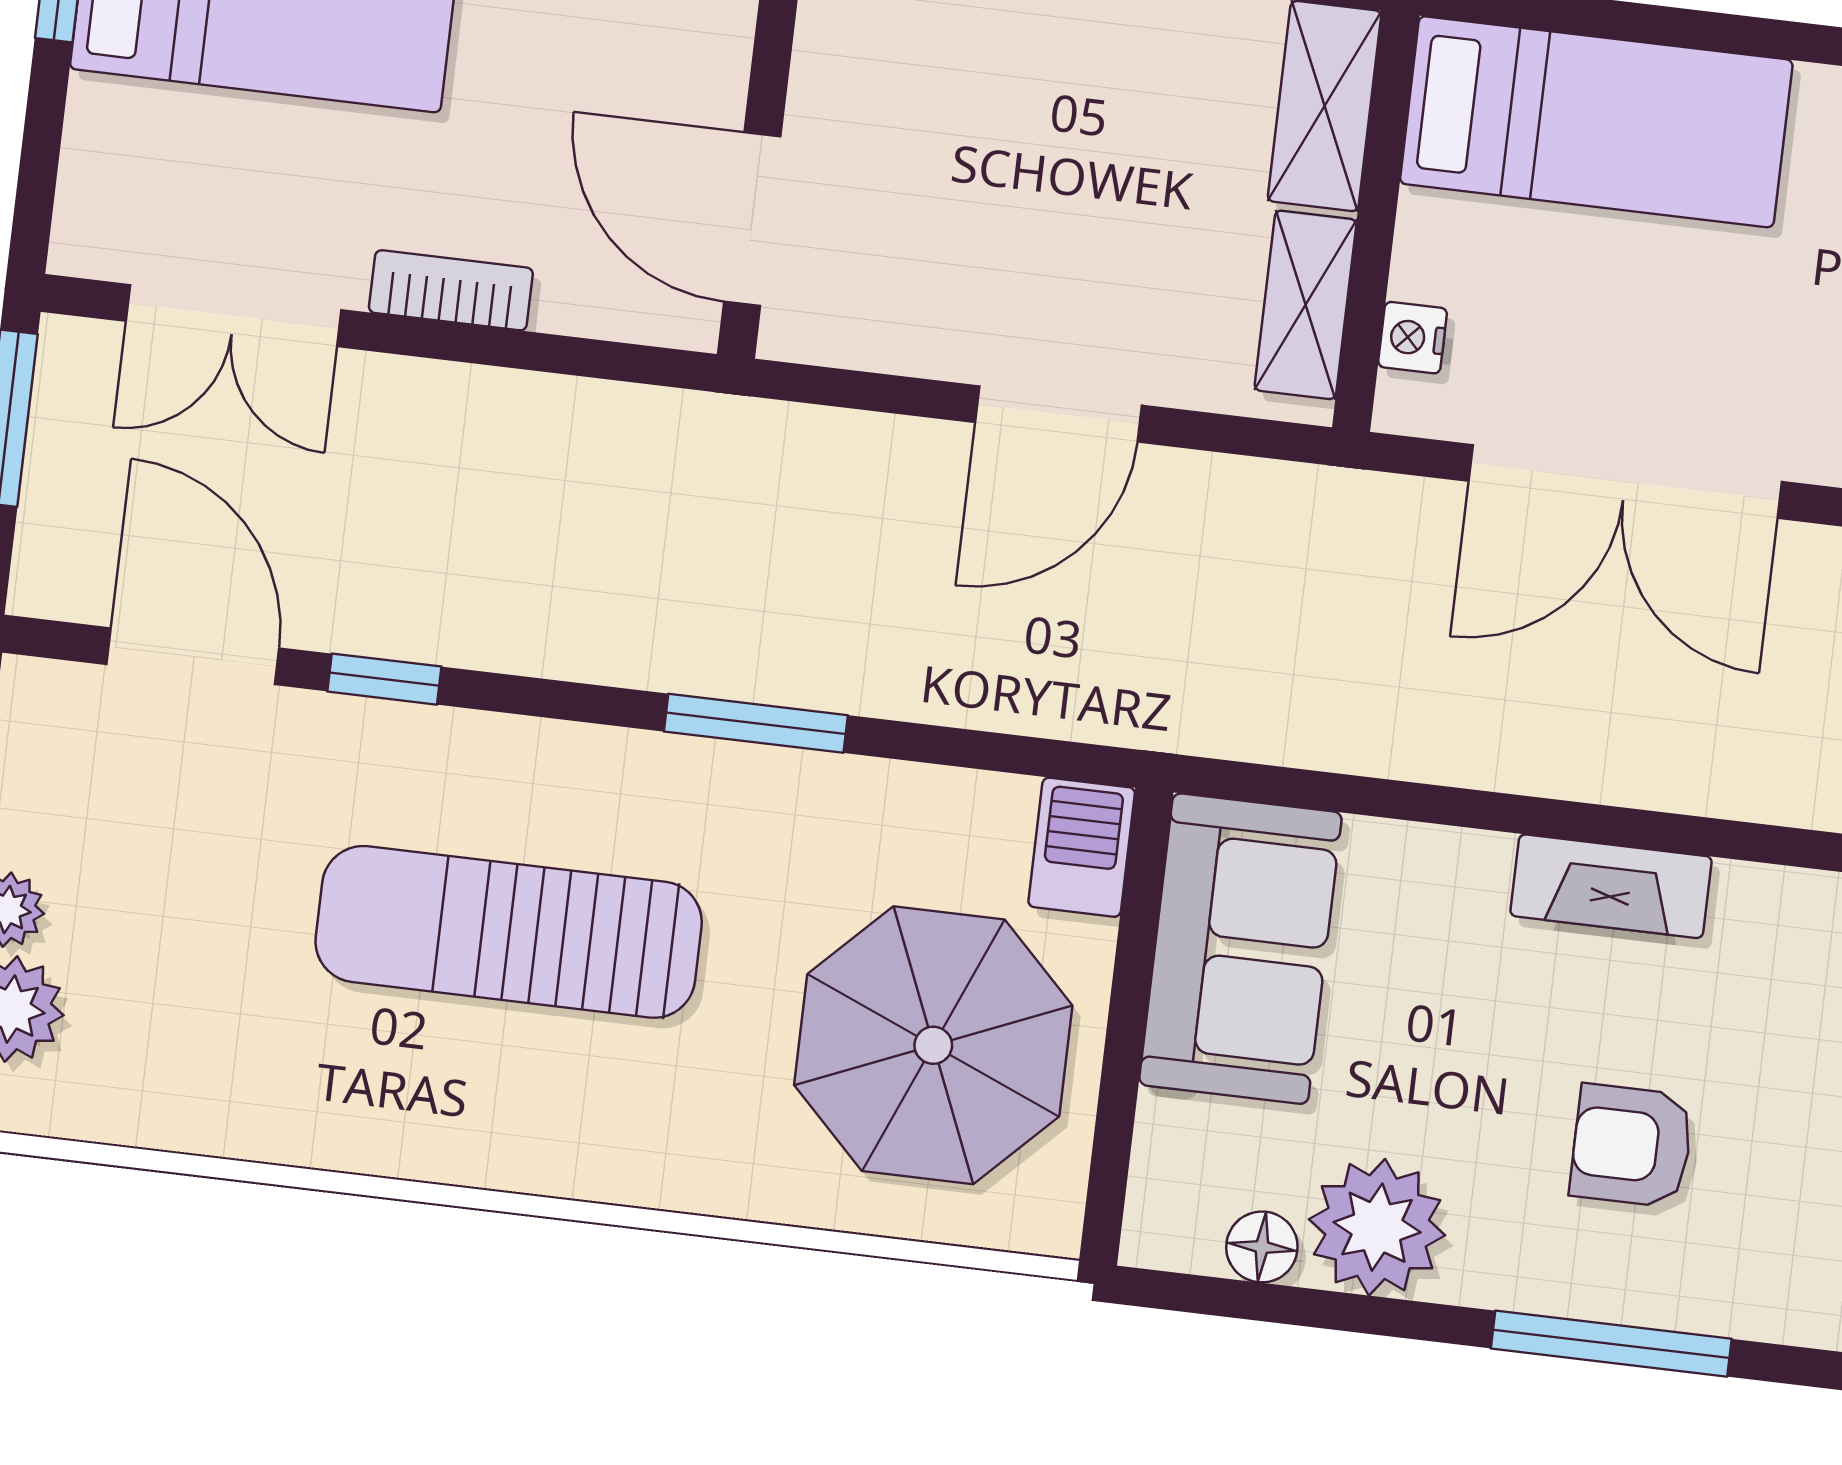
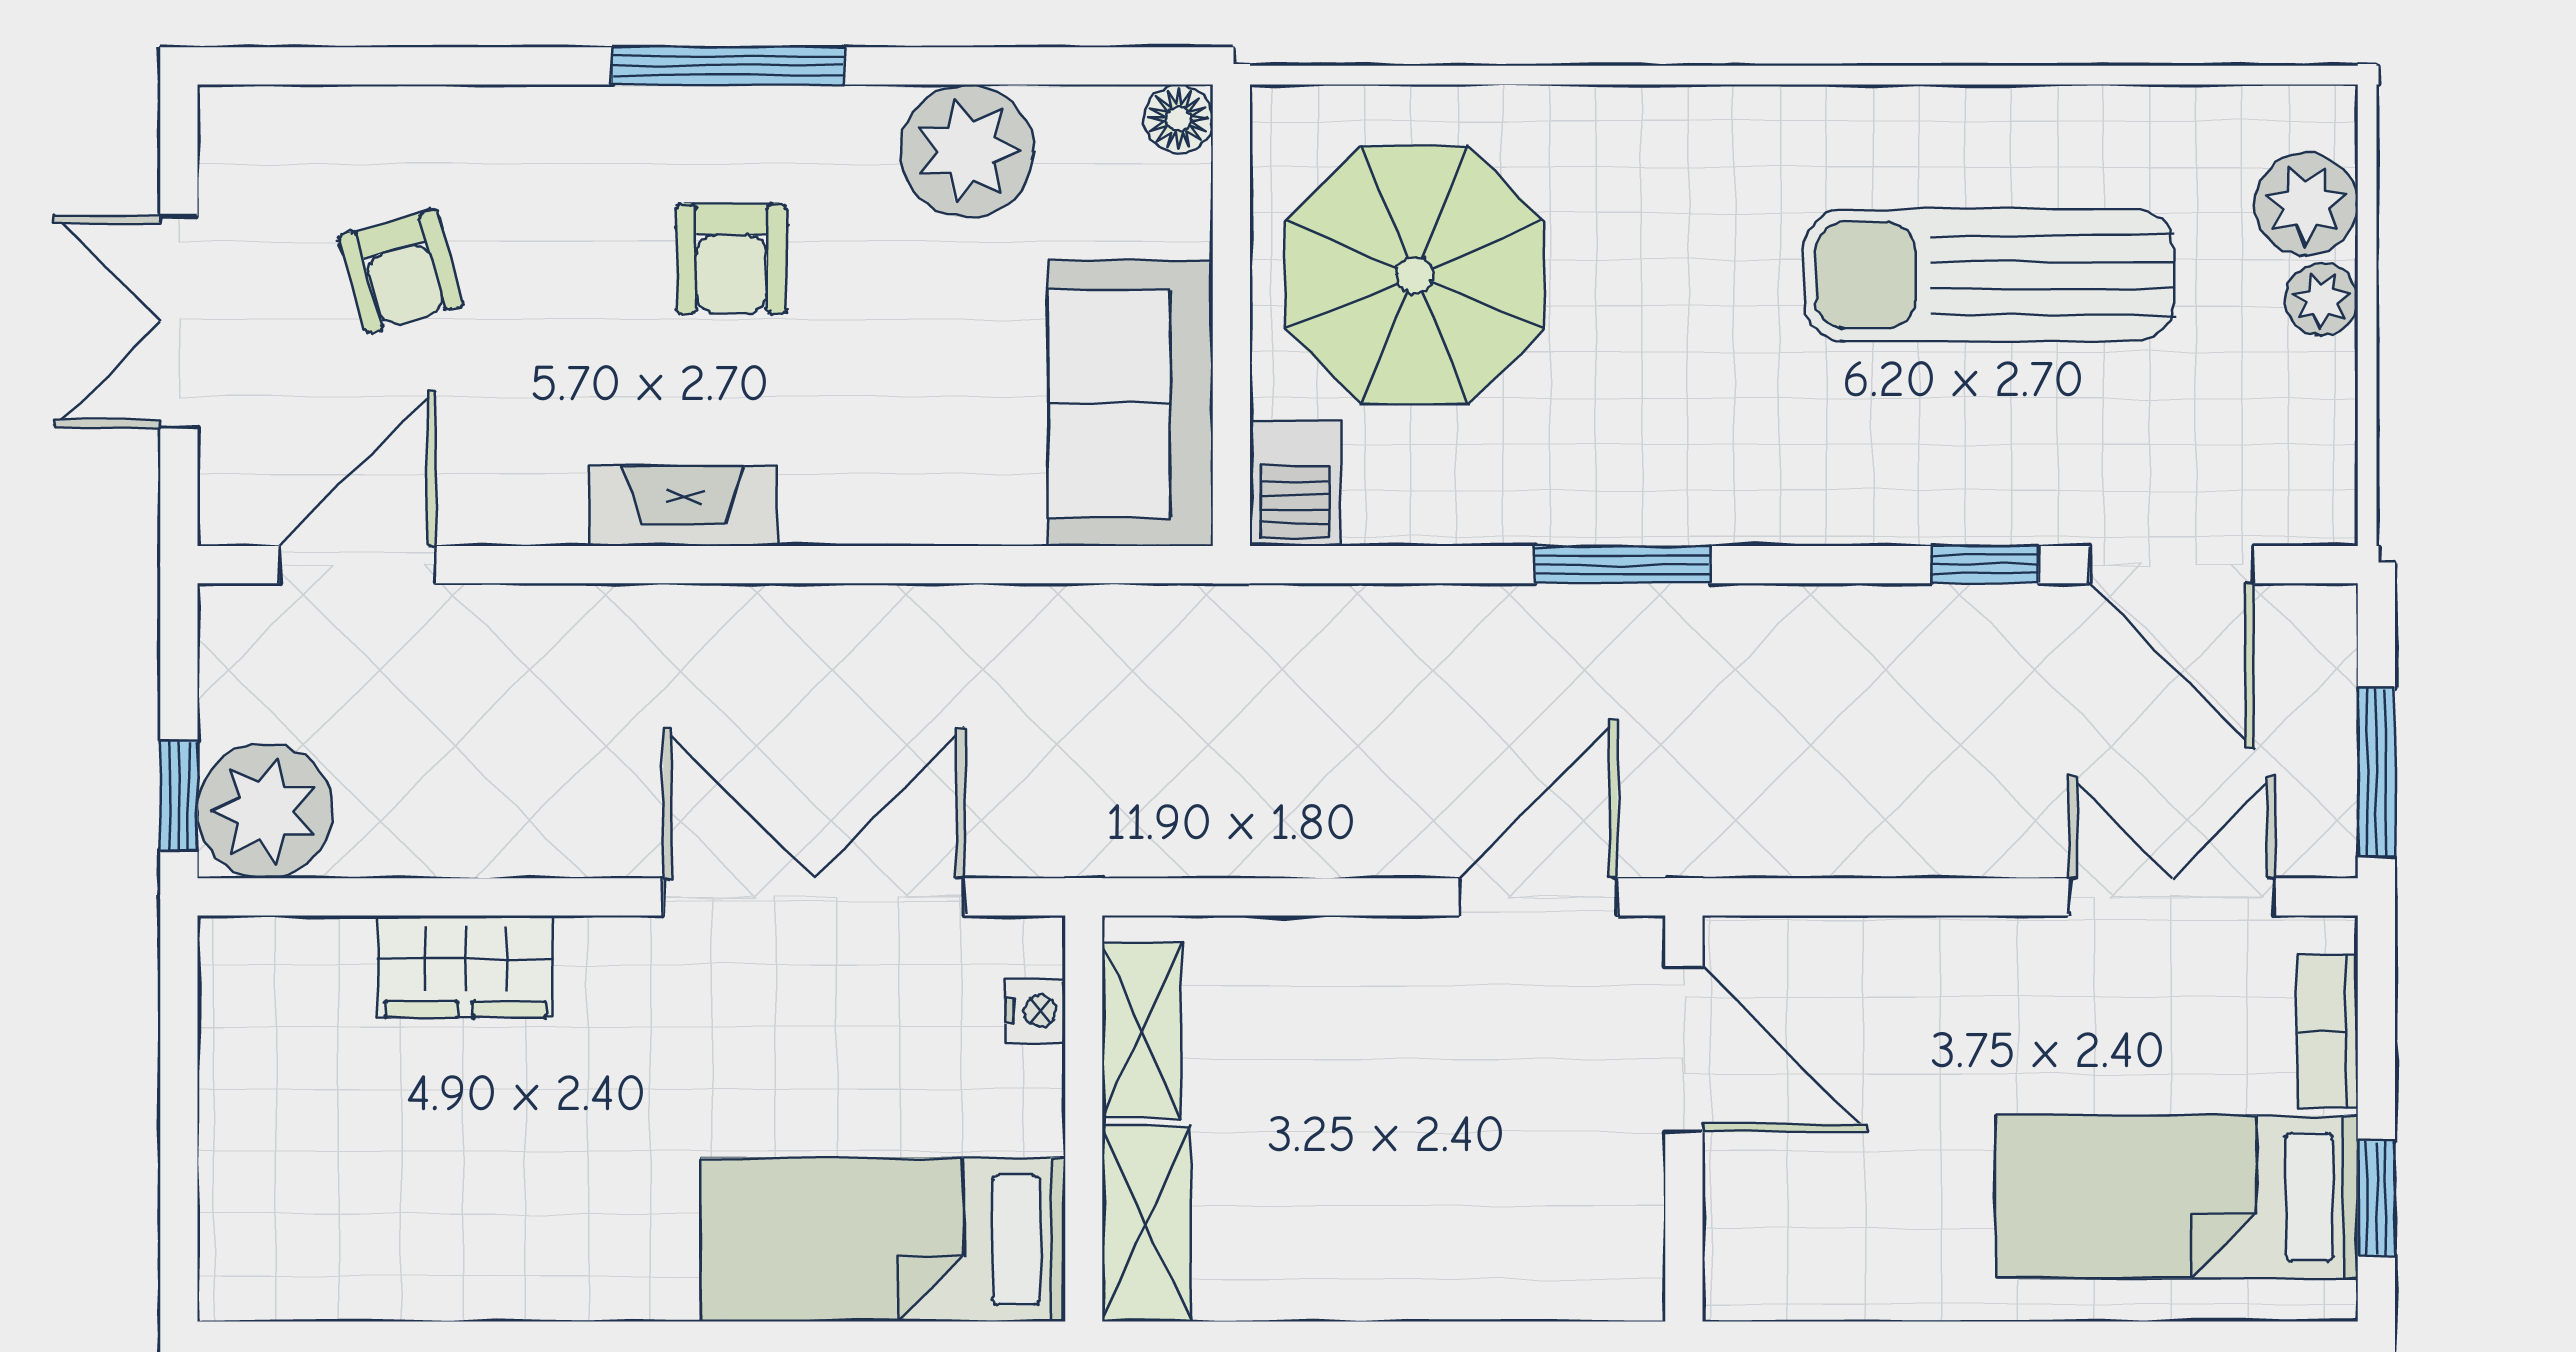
bookcase: (451, 290) -> (2327, 1031), moved, turned 90
door: (1058, 414) -> (1538, 897), moved
fireplace: (1611, 886) -> (684, 506), moved
sun lounger: (509, 932) -> (1989, 275), moved, turned 180
armchair: (1632, 1146) -> (732, 259), turned 90
floor lamp: (1262, 1247) -> (1179, 119), moved

